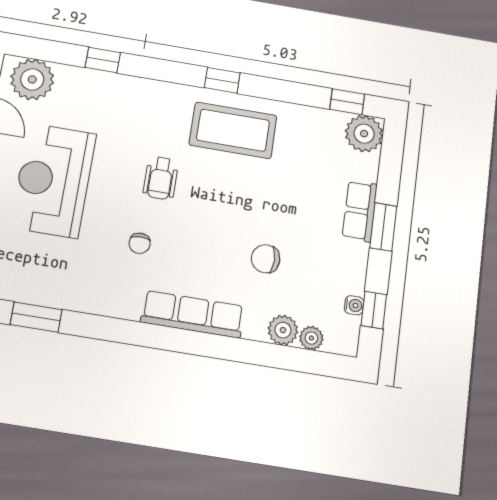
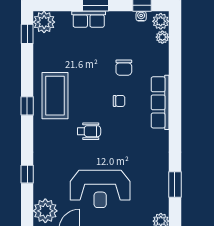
chair: (140, 243) -> (119, 101), moved
plant: (283, 330) -> (161, 21), moved

